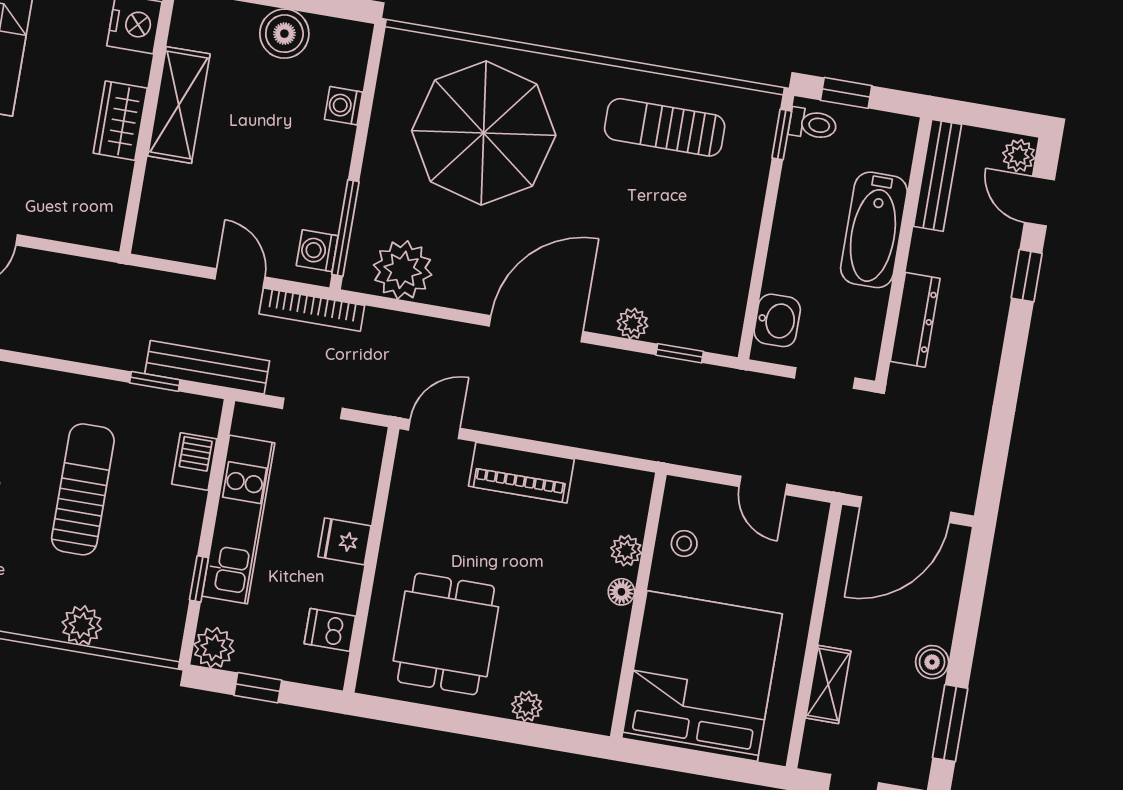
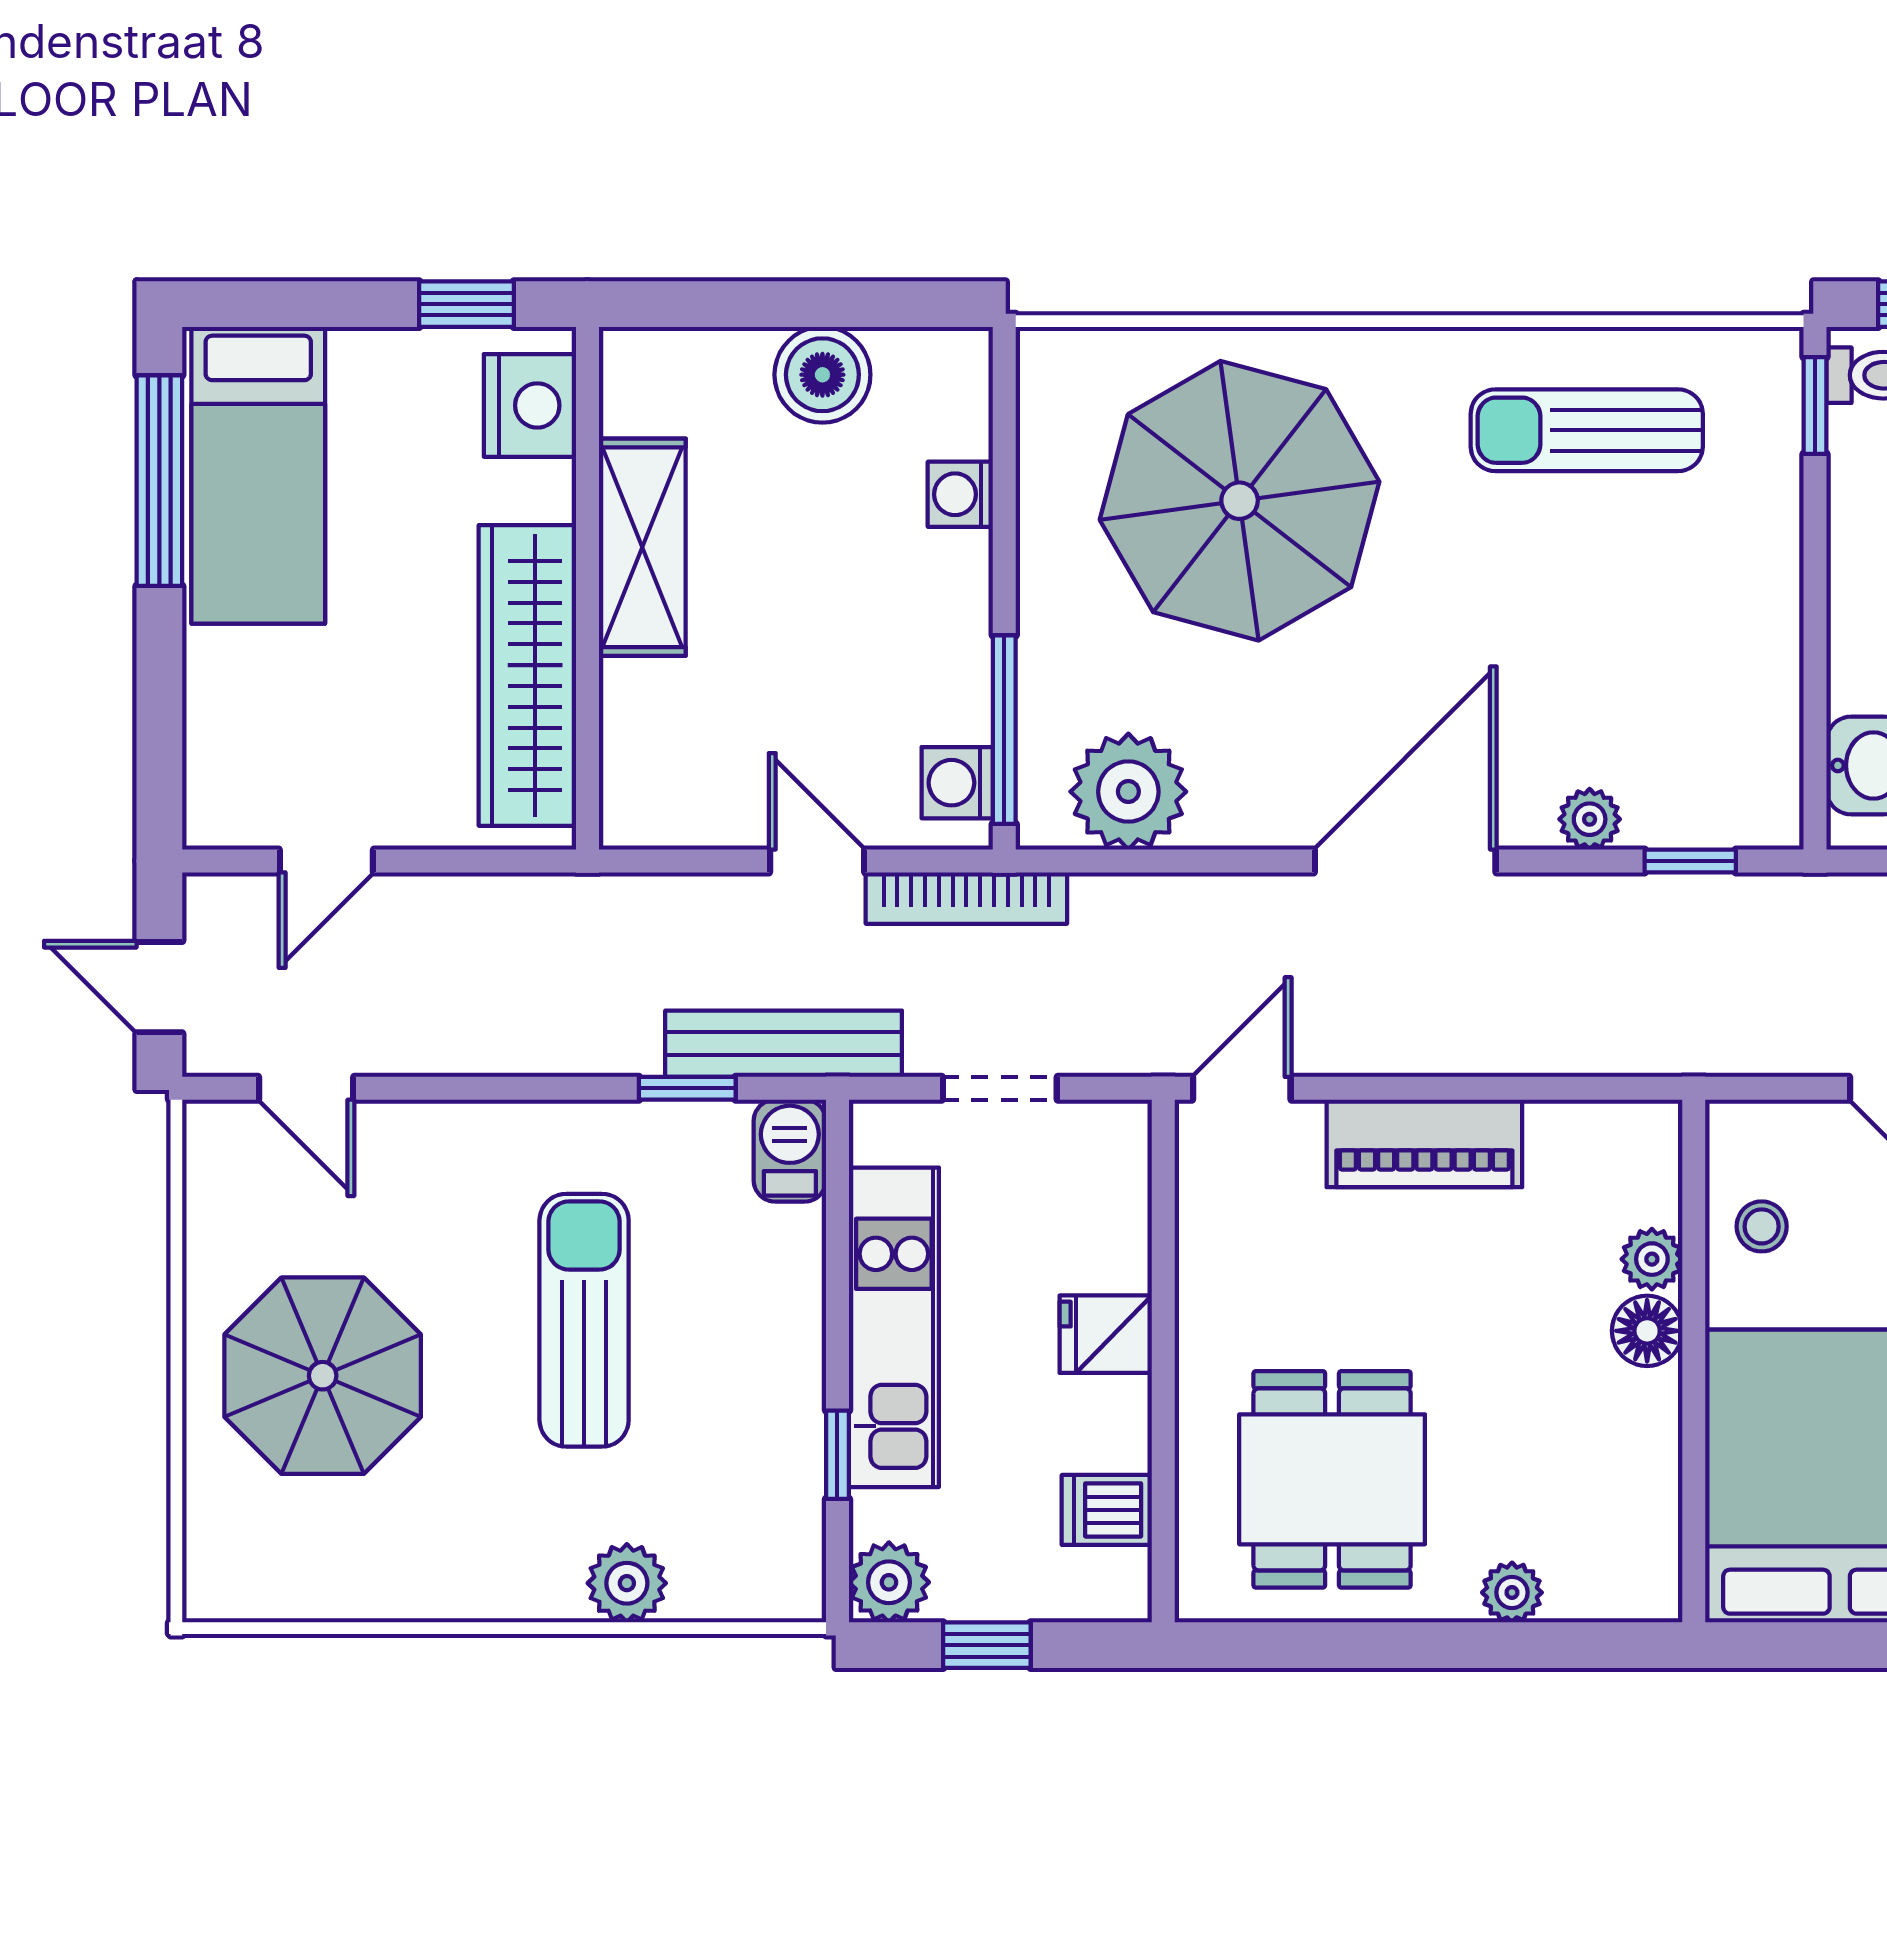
wardrobe: (120, 121) -> (527, 675), width x2.10, depth x1.17
barbecue: (194, 462) -> (790, 1151), moved
floor lamp: (621, 592) -> (1647, 1331), width x1.37, depth x1.37

